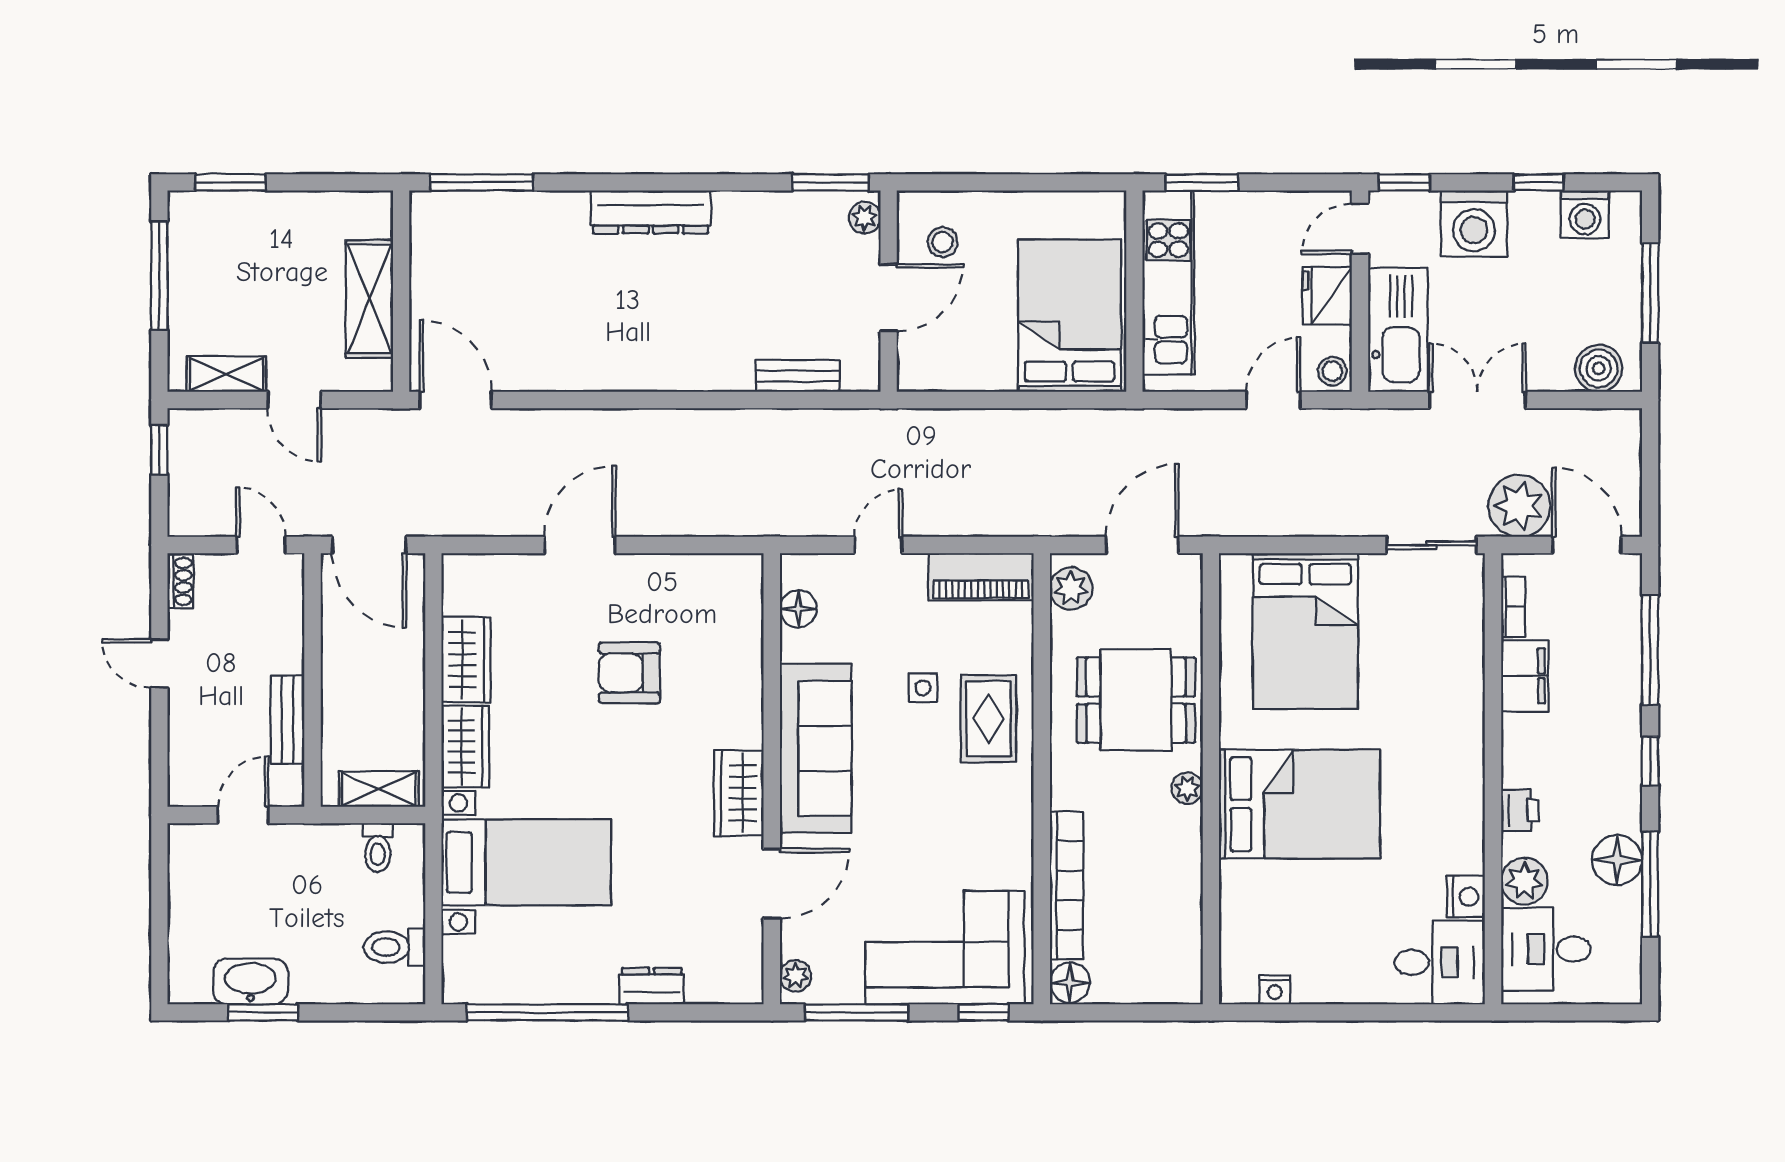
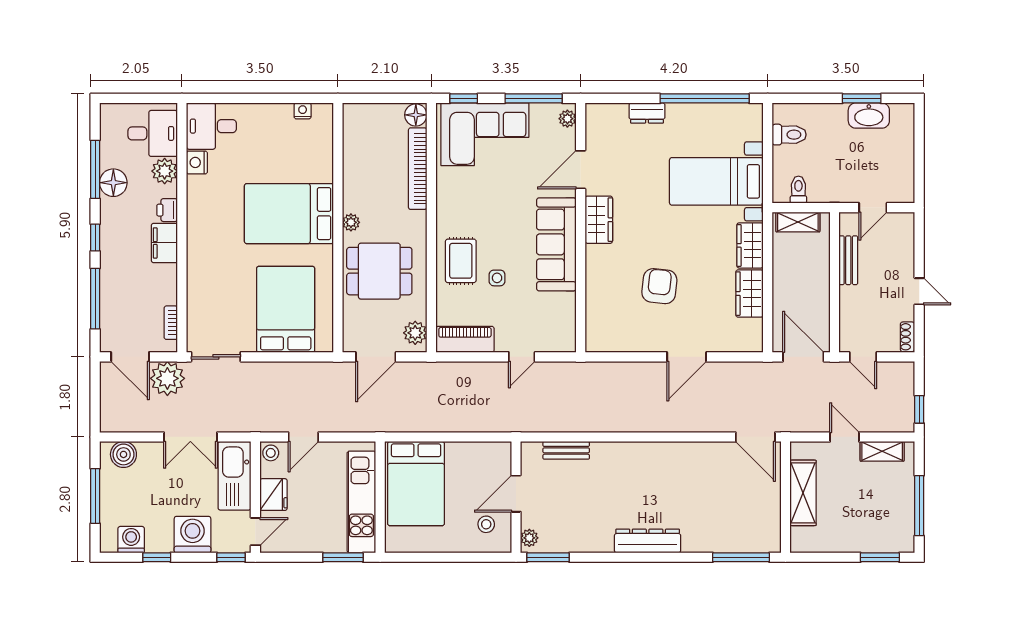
floor lamp: (798, 609) -> (566, 322), removed
armchair: (629, 673) -> (659, 286), turned -84
filing cabinet: (1525, 676) -> (164, 243), moved

